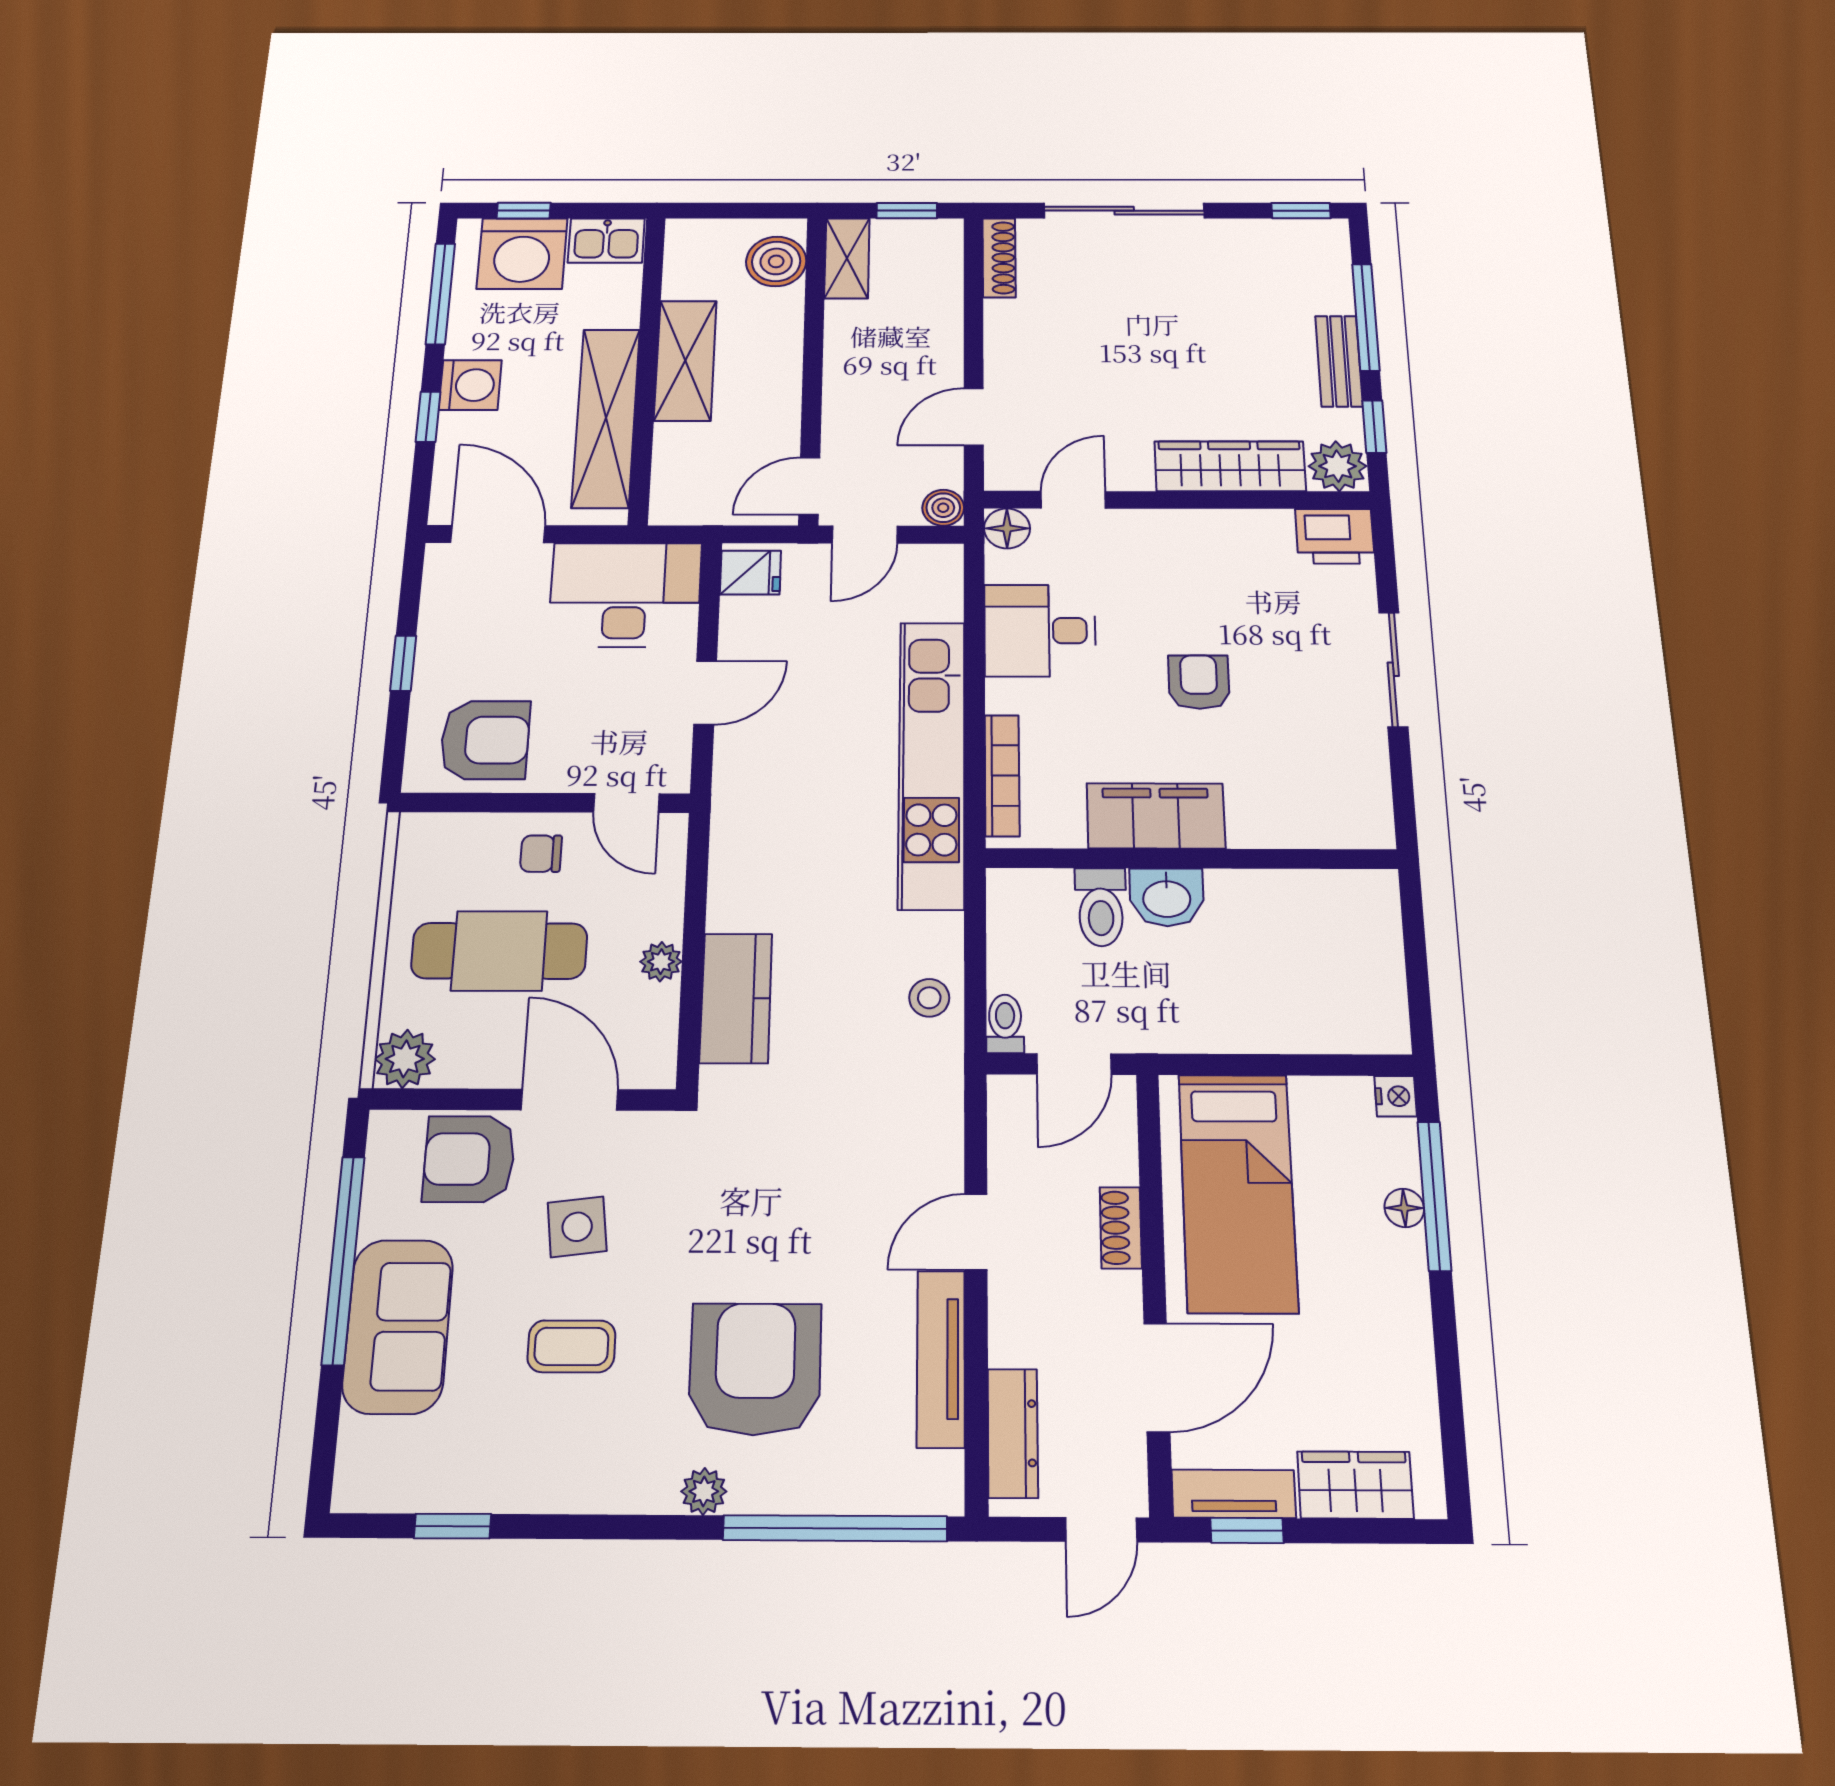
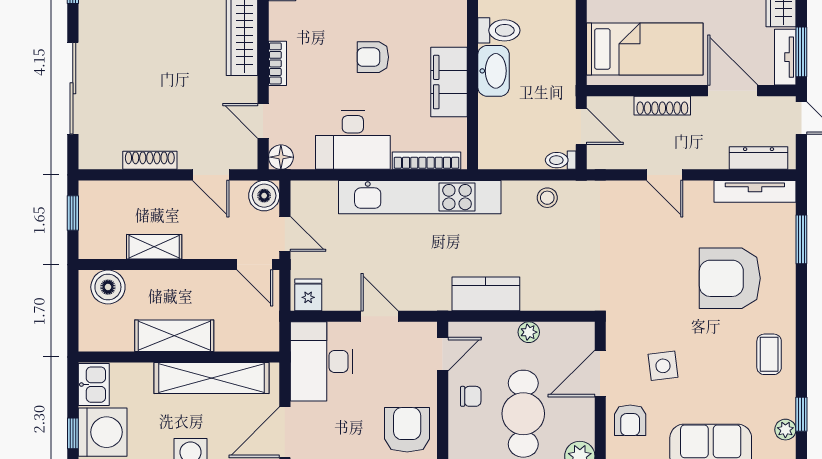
shelving: (847, 258) -> (154, 247), moved
shoe rack: (999, 258) -> (150, 160), moved
boiler: (943, 508) -> (264, 196), width x1.36, depth x1.36
bookcase: (1180, 523) -> (277, 63), added
desk: (1040, 631) -> (353, 140), width x1.37
chair: (541, 854) -> (471, 396), turned -90
washbasin: (1167, 897) -> (494, 71), width x1.38
toilet: (1101, 907) -> (499, 30), moved
kitchen counter: (736, 998) -> (486, 294), moved
armchair: (469, 1159) -> (630, 420), width x0.72, depth x0.72
shoe rack: (1121, 1228) -> (662, 106), width x1.43
coffee table: (571, 1346) -> (769, 354), moved
tv unit: (941, 1359) -> (755, 191), moved
plant: (704, 1491) -> (785, 430), moved
window: (835, 1528) -> (801, 239), width x0.47
window: (1247, 1531) -> (801, 52), width x1.50

